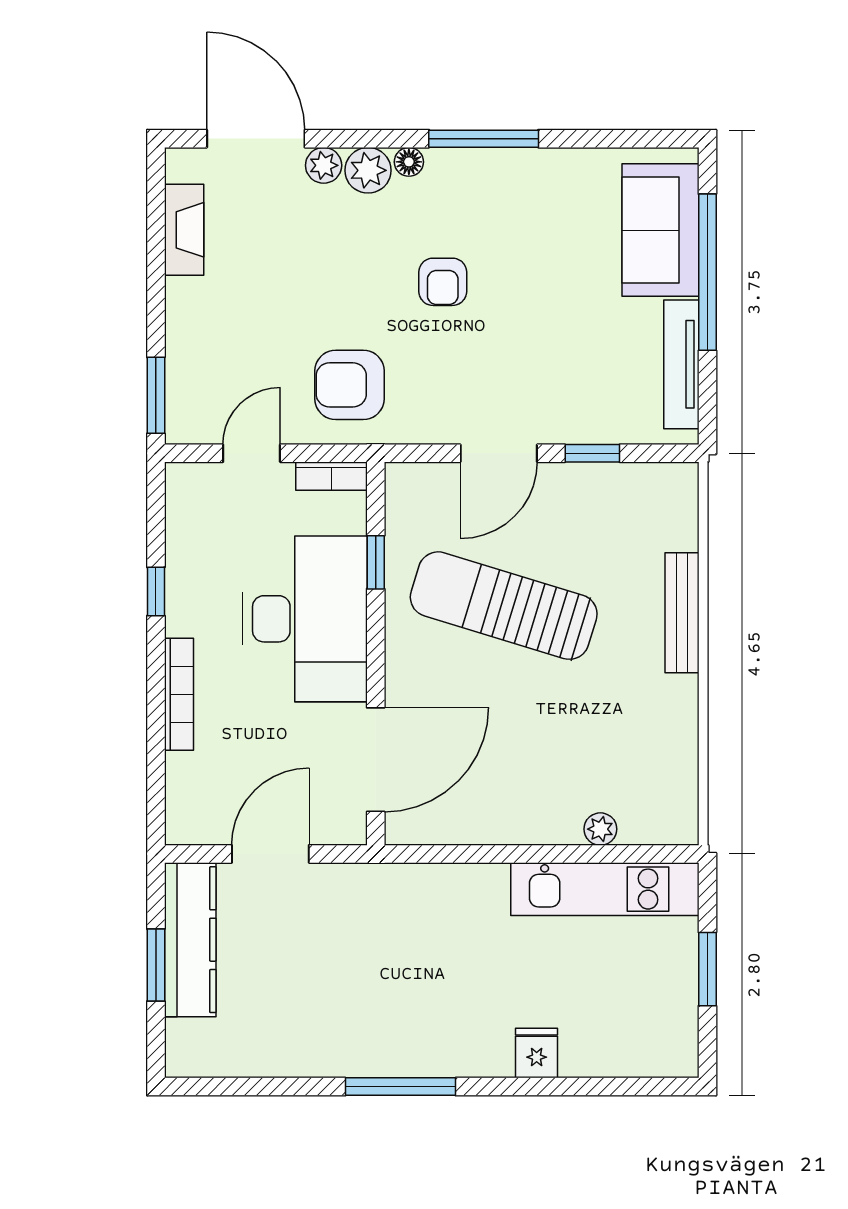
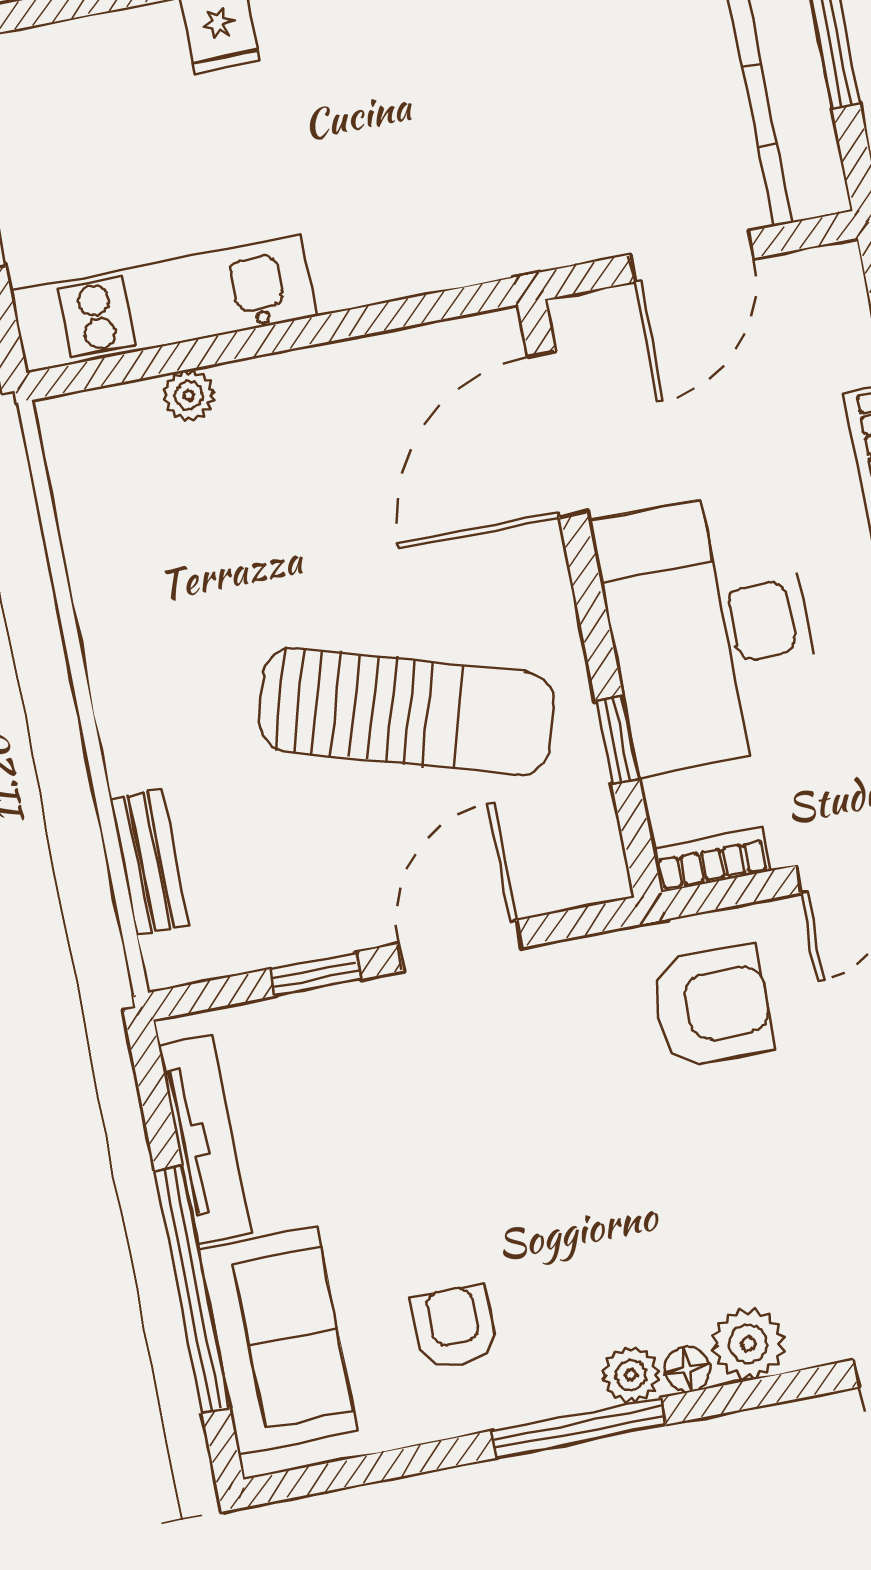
plant: (324, 165) -> (631, 1375), moved
armchair: (443, 282) -> (455, 1327), moved
bench: (682, 613) -> (149, 862), moved, width x0.73

